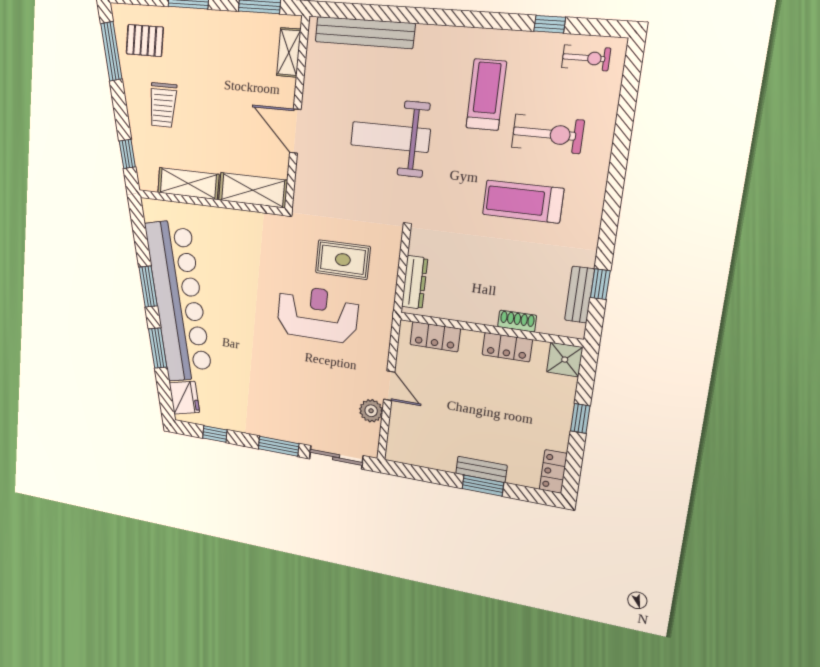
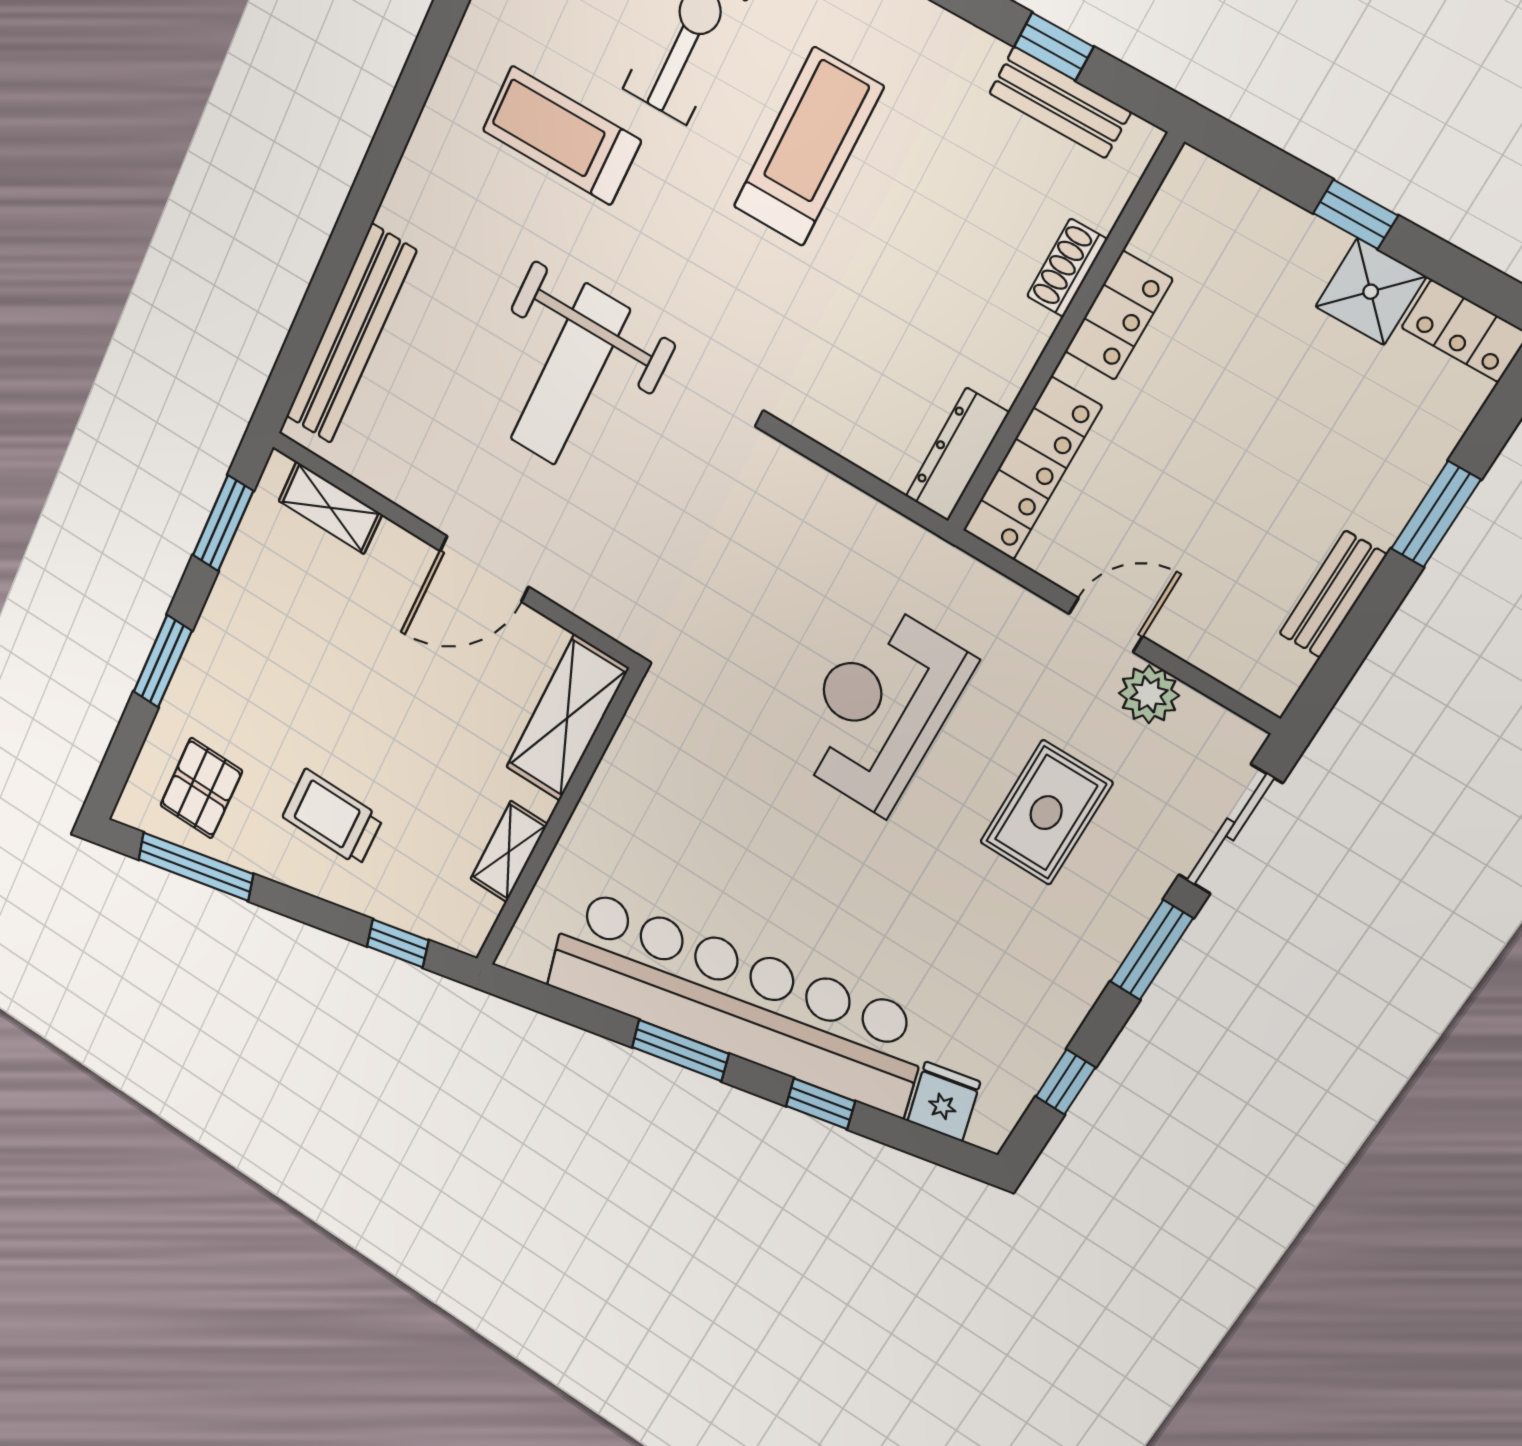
trolley: (163, 105) -> (332, 817), turned 180
shelving: (188, 184) -> (509, 852), width x0.67, depth x0.75
treadmill: (523, 202) -> (808, 147), turned 180
rug: (343, 260) -> (1046, 813), moved
dresser: (415, 282) -> (957, 455), moved, turned -90
locker: (435, 337) -> (1032, 469), width x1.53
window: (158, 348) -> (820, 1104), width x0.67
shower: (565, 360) -> (1371, 292), moved
fridge: (184, 398) -> (944, 1102), width x0.72
bench: (481, 469) -> (1333, 594), moved

